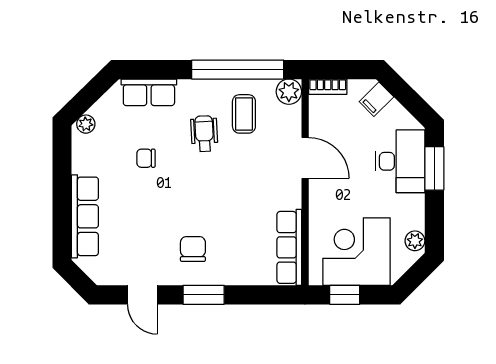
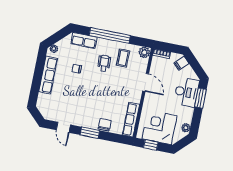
window: (238, 70) -> (110, 35), moved
row of seats: (85, 216) -> (48, 75), moved
chair: (193, 249) -> (105, 125), moved

